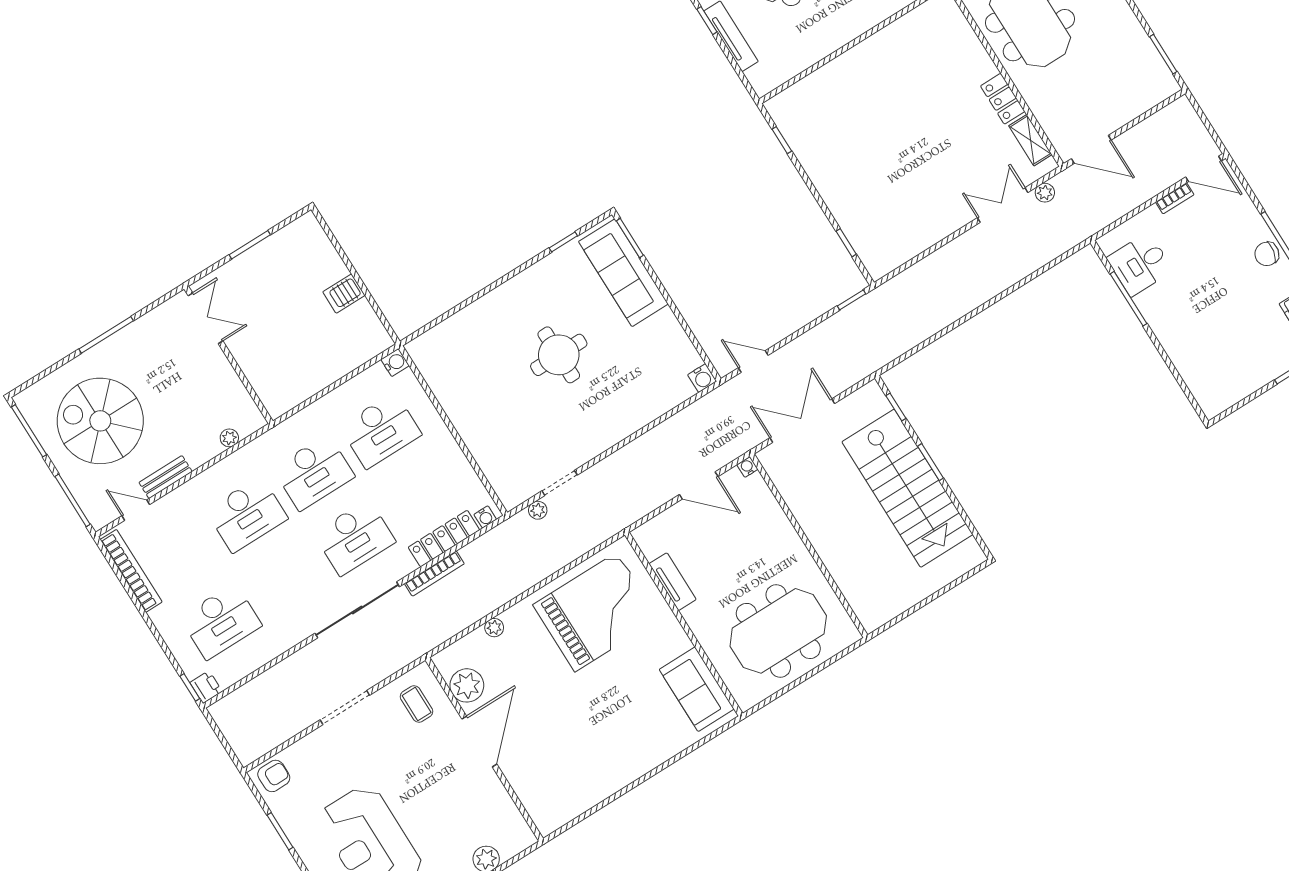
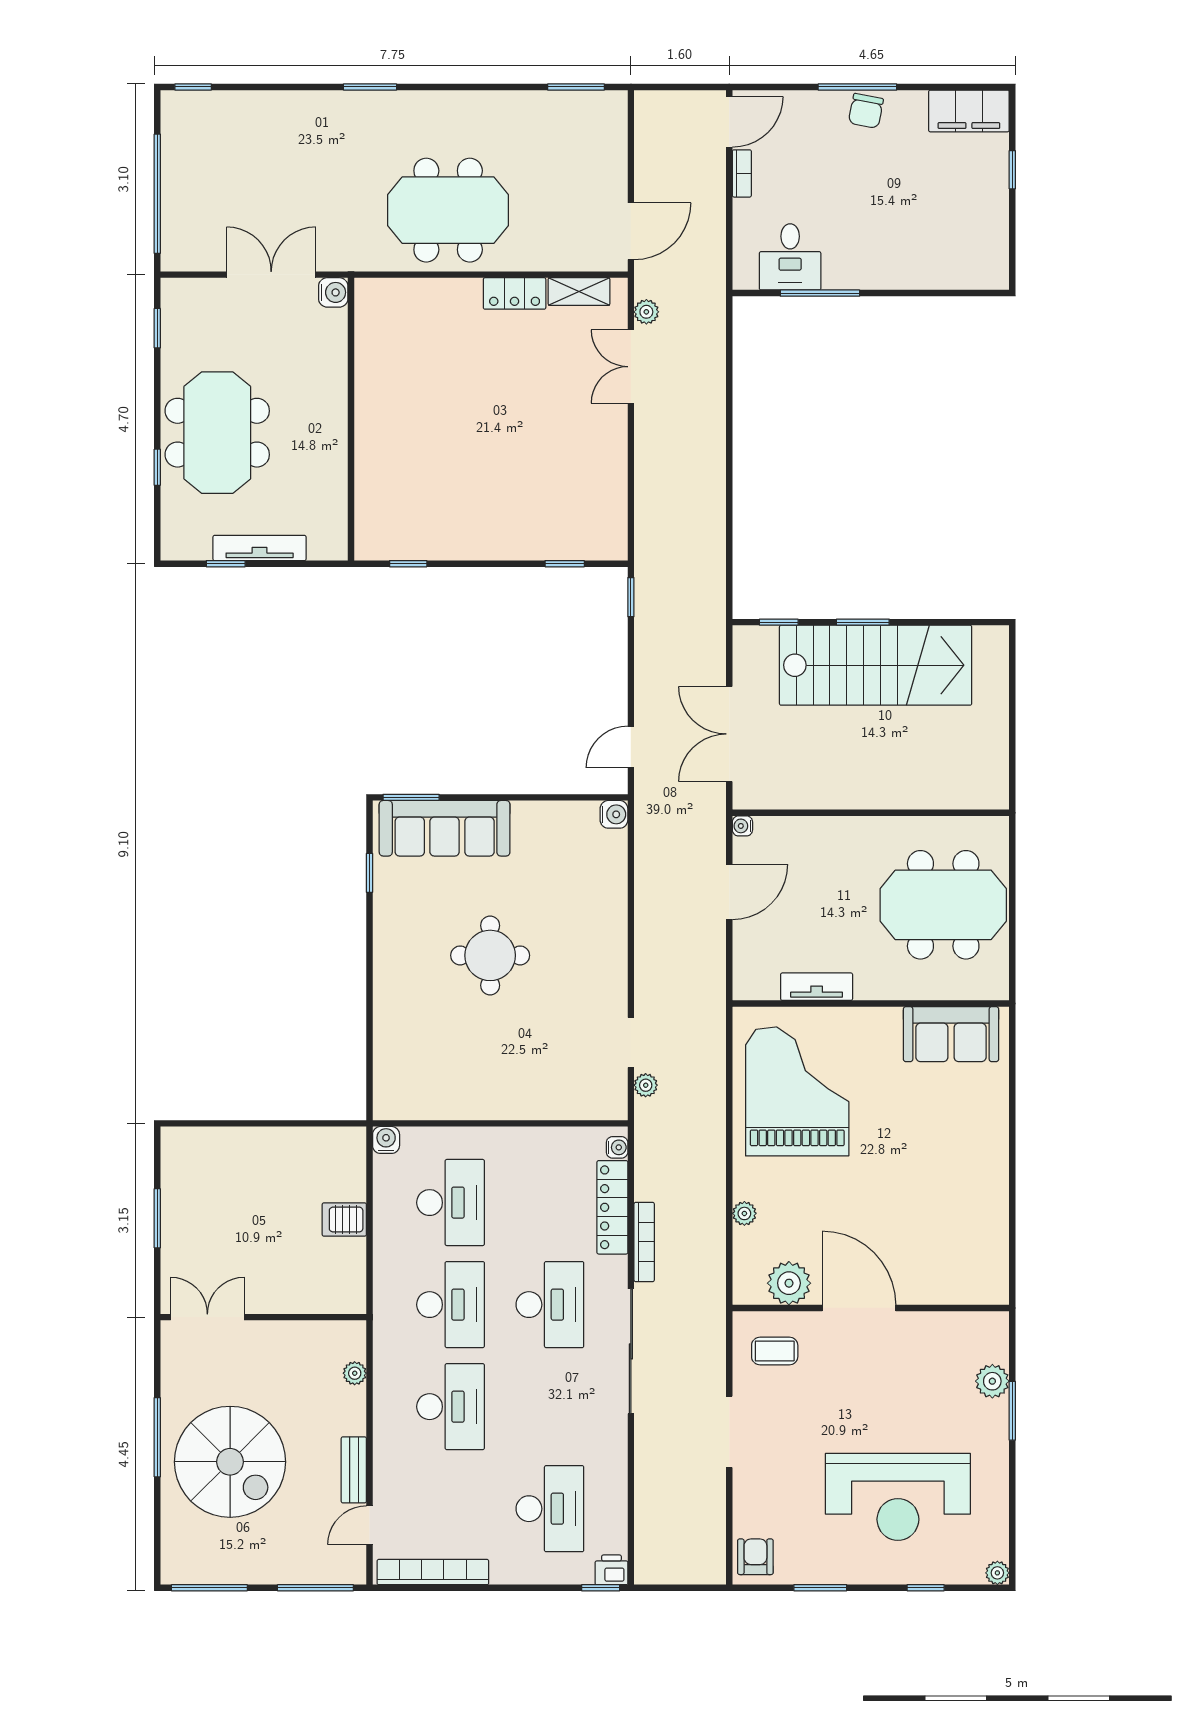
server rack: (344, 294) -> (344, 1220), moved, turned 90
spiral stairs: (100, 421) -> (230, 1462), moved, turned -90
meeting table: (778, 631) -> (943, 905), turned 90

